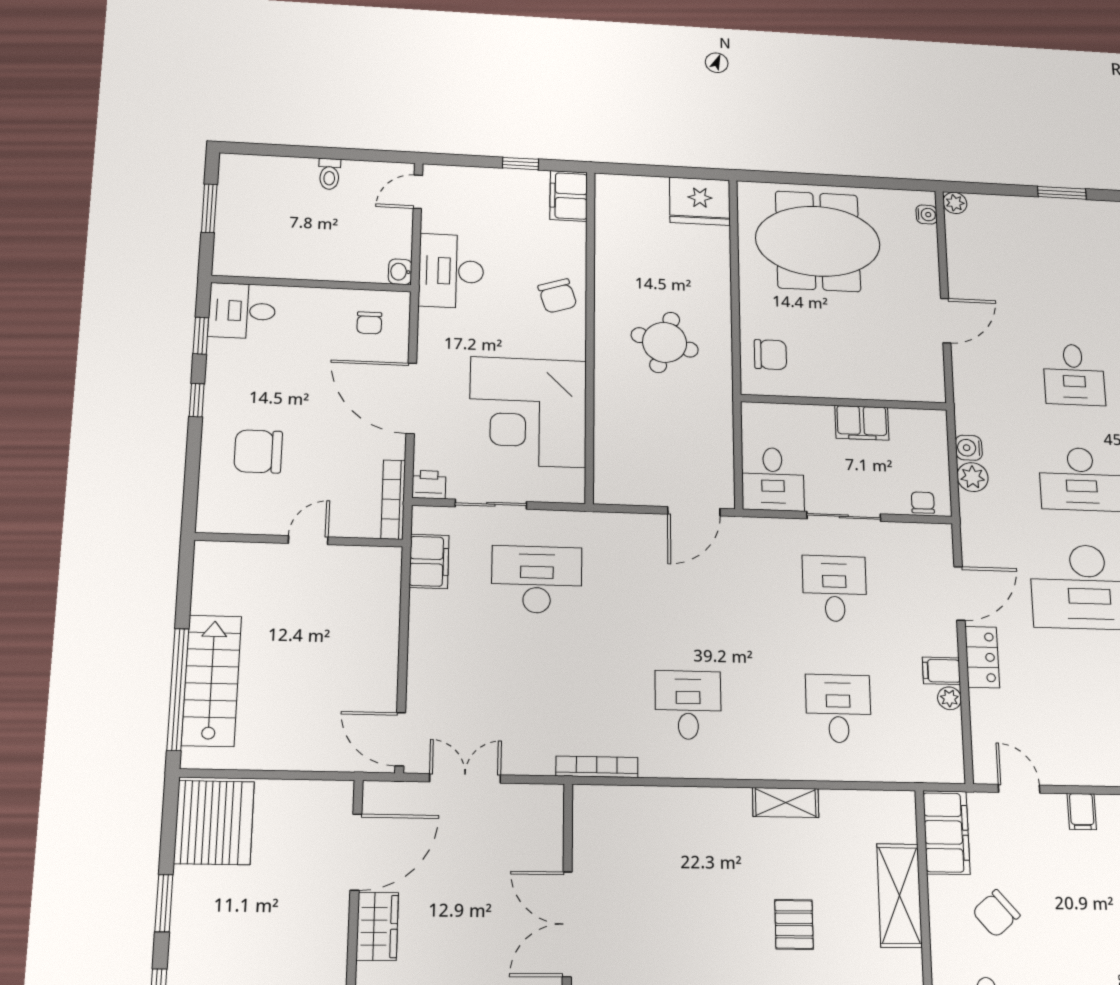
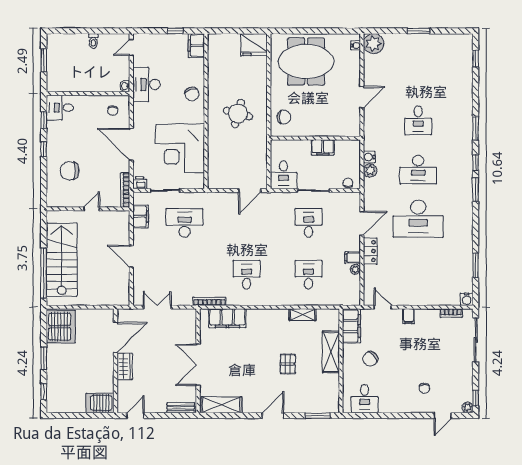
plant: (955, 203) -> (374, 44), width x1.88, depth x1.88
stairs: (211, 681) -> (62, 259), width x1.36, depth x1.51
door: (400, 739) -> (131, 256), moved
shelving: (786, 803) -> (302, 315), moved
filing cabinet: (641, 809) -> (227, 318), added

